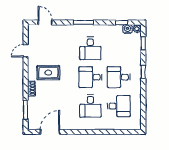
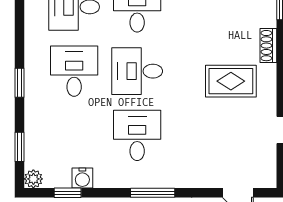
water cooler: (127, 29) -> (82, 178), moved
desk: (90, 77) -> (137, 71), turned 180
desk: (119, 77) -> (74, 71), turned -90

